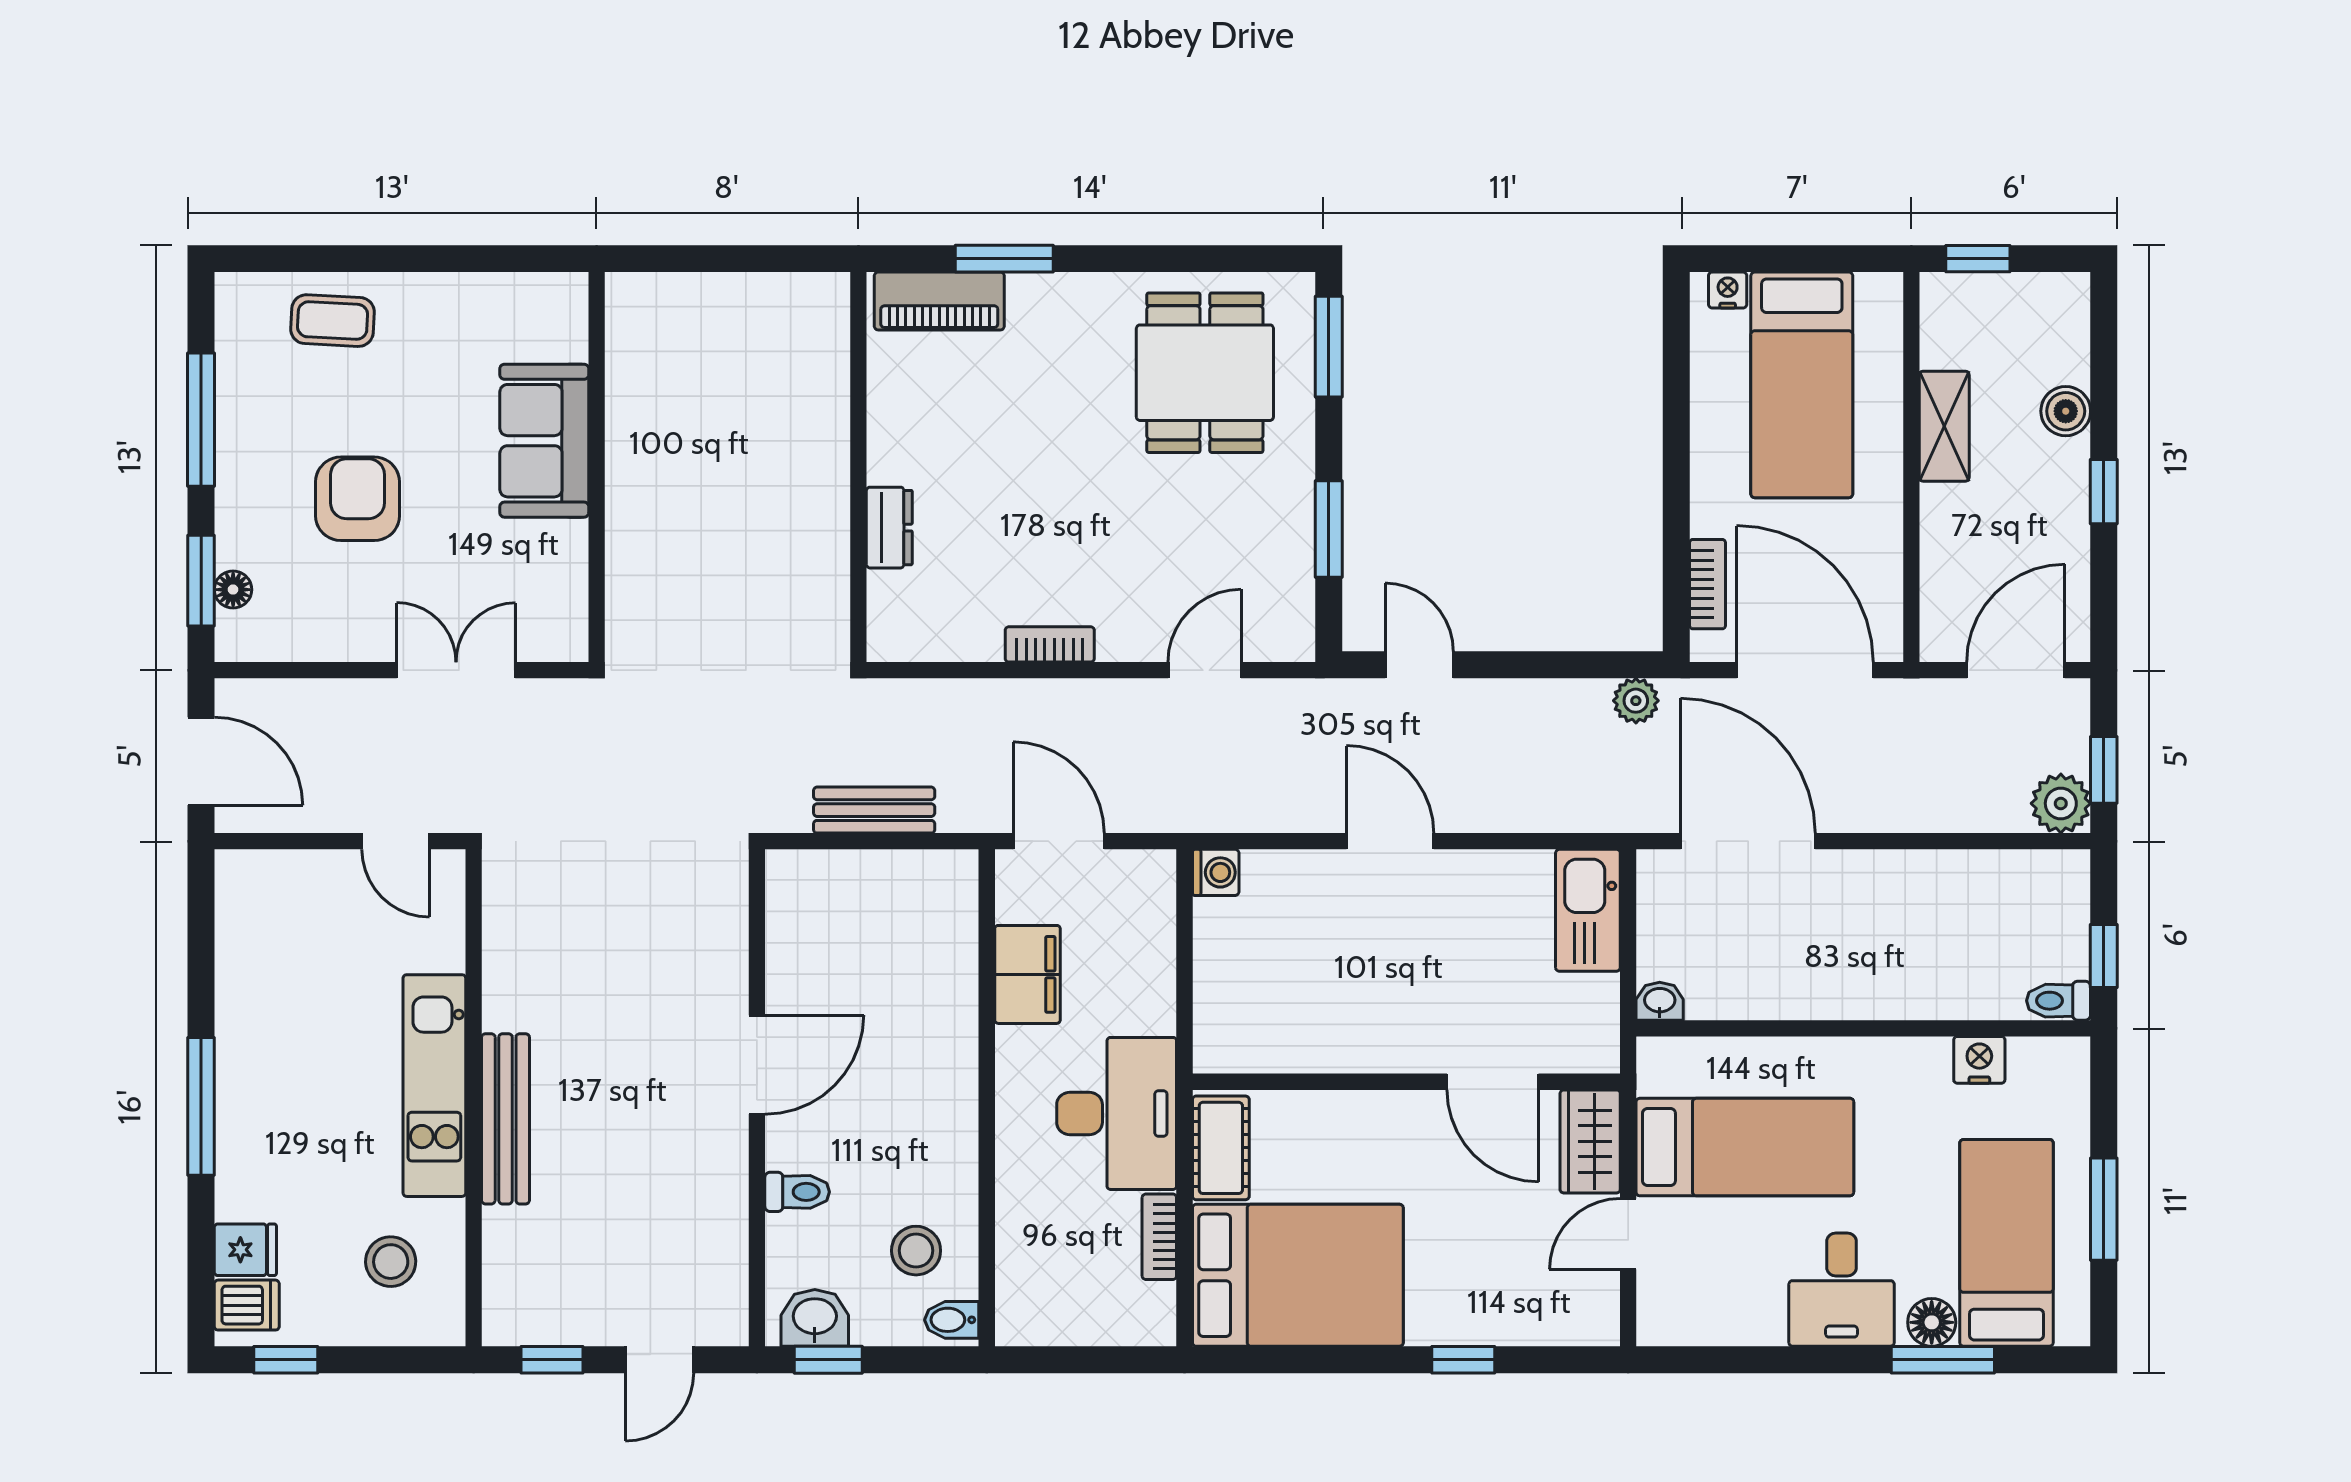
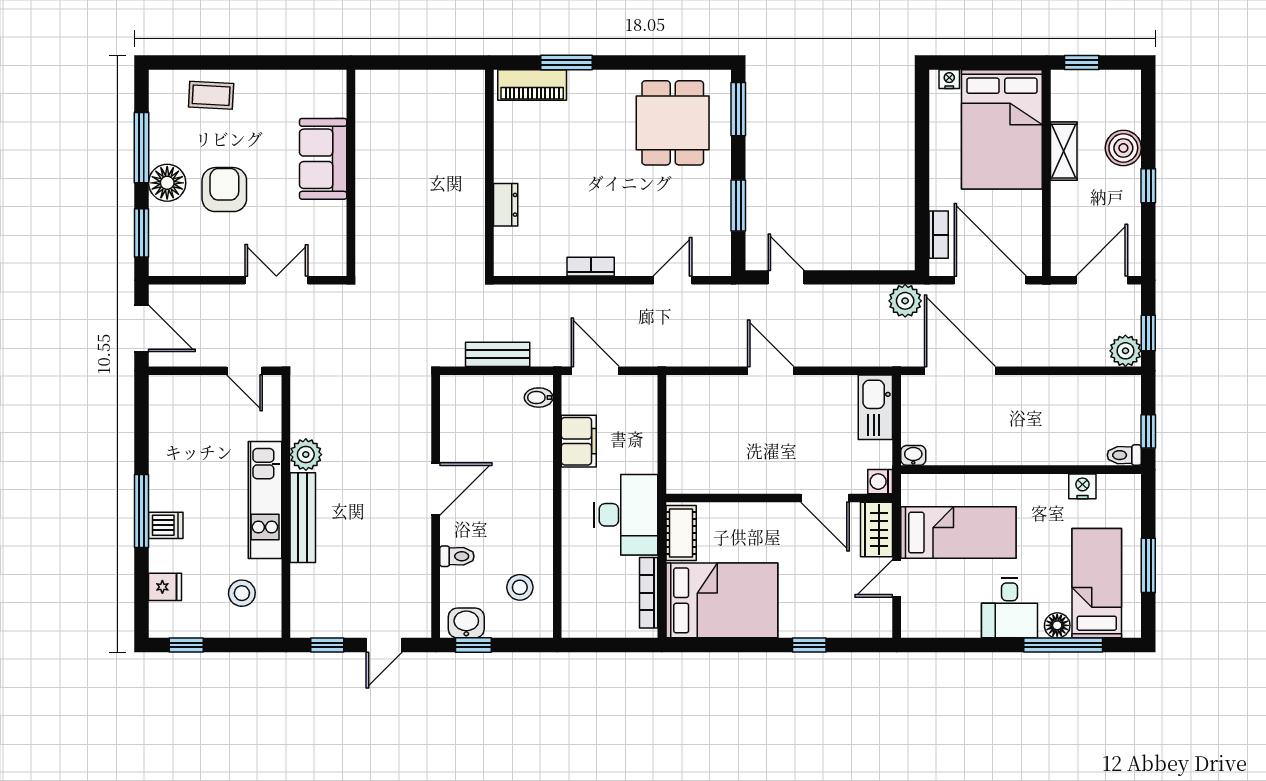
bed: (1802, 385) -> (1002, 129), width x1.50
boiler: (2066, 411) -> (1123, 148), width x1.36, depth x1.36
floor lamp: (233, 590) -> (167, 183), moved, width x1.89, depth x1.89
plant: (1636, 701) -> (905, 301), width x1.38, depth x1.38
washing machine: (1216, 872) -> (880, 482), moved, turned 180
plant: (511, 1000) -> (306, 455), added
bookcase: (1159, 1237) -> (649, 593), width x1.56
dishwasher: (247, 1305) -> (166, 525), moved
bidet: (952, 1320) -> (539, 398), moved
window: (1943, 1360) -> (1063, 645), width x1.44

